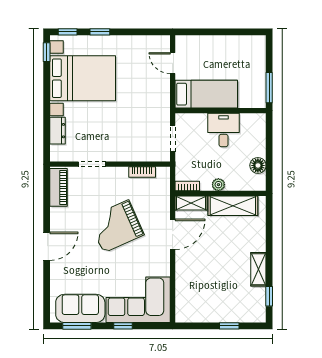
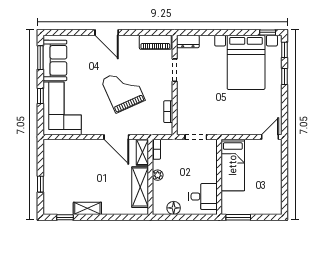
door: (173, 63) -> (270, 137), moved
desk: (224, 130) -> (203, 196), moved
dresser: (58, 131) -> (188, 41), moved

